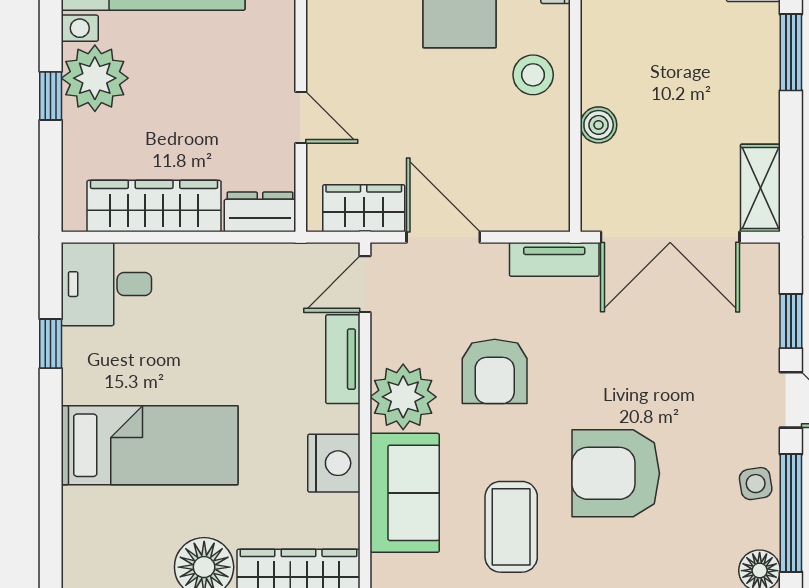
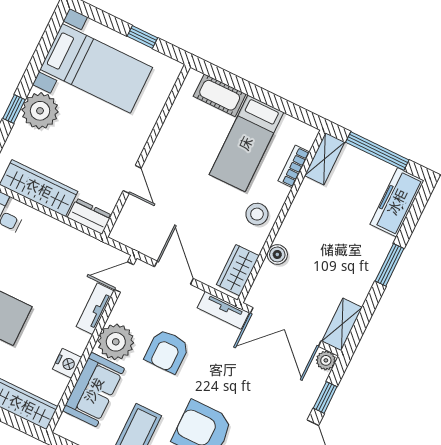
wardrobe: (364, 208) -> (238, 270), moved, turned -90
plant: (763, 260) -> (326, 360), added
nightstand: (334, 463) -> (67, 363), width x0.74, depth x0.75

